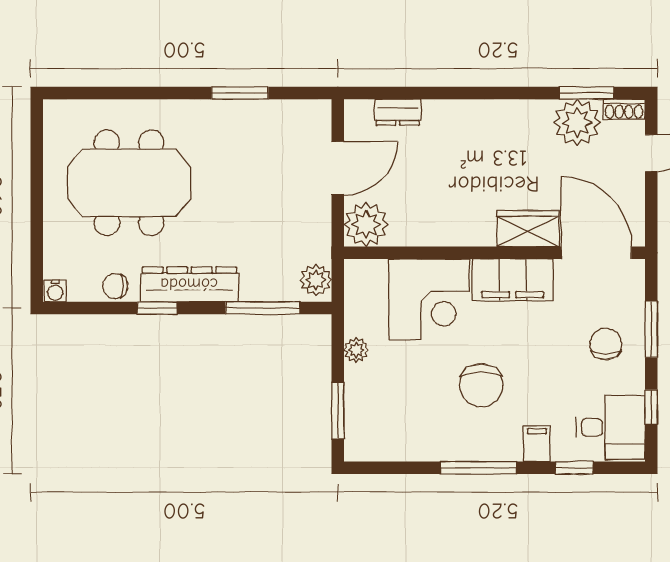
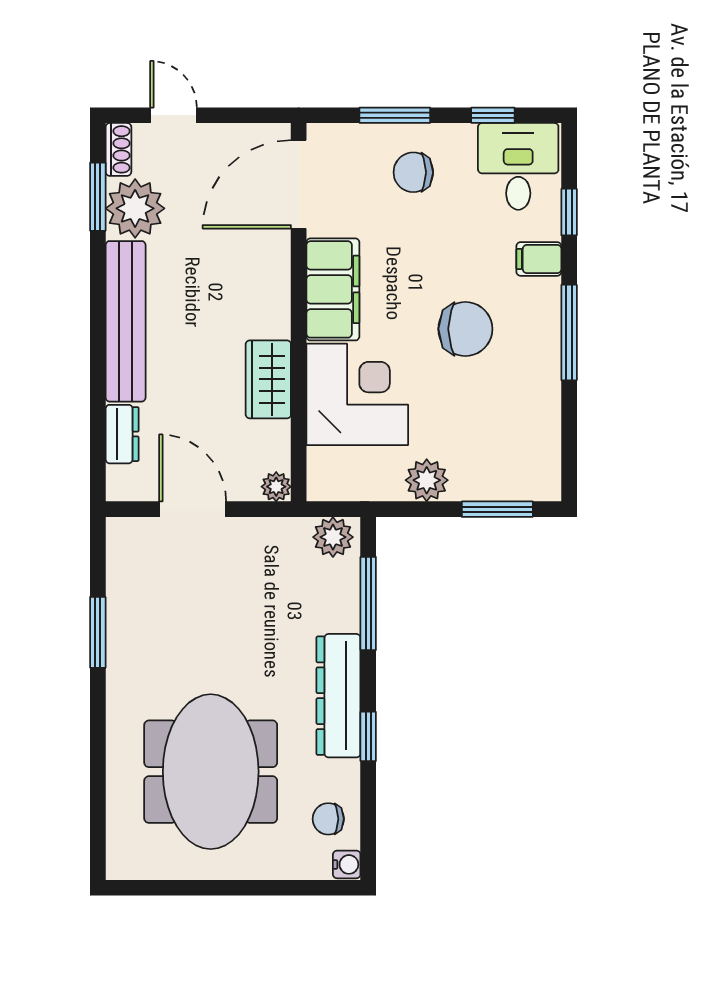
bench: (487, 115) -> (126, 321), added
plant: (366, 224) -> (276, 487), width x0.53, depth x0.53
wardrobe: (528, 229) -> (268, 379), moved
chair: (115, 286) -> (328, 819), moved, turned 90
plant: (356, 350) -> (427, 480), width x1.38, depth x1.38

